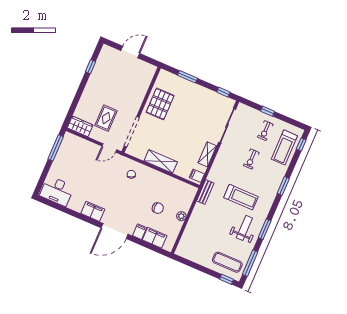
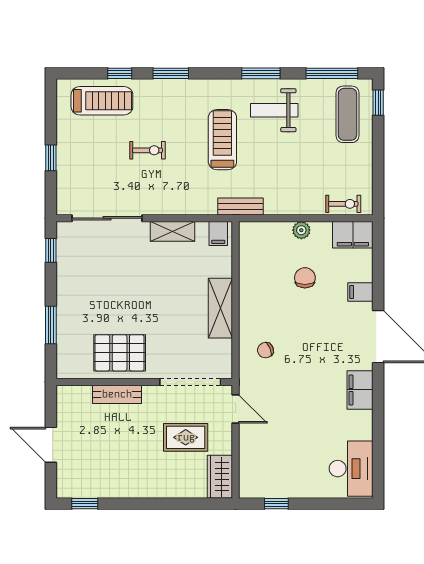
window: (91, 67) -> (85, 504), moved
bench: (141, 94) -> (117, 394), added
exercise bike: (265, 131) -> (343, 204), moved
window: (301, 145) -> (120, 73), moved
window: (56, 148) -> (276, 504), width x0.46
filing cabinet: (155, 238) -> (353, 235), moved, turned -90

